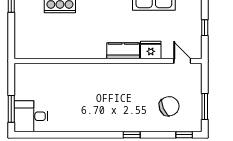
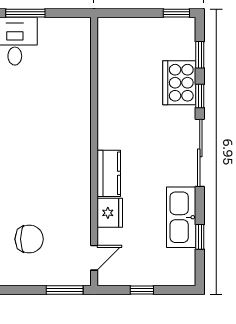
chair: (169, 106) -> (29, 239), turned -67
window: (205, 106) -> (65, 290), moved

